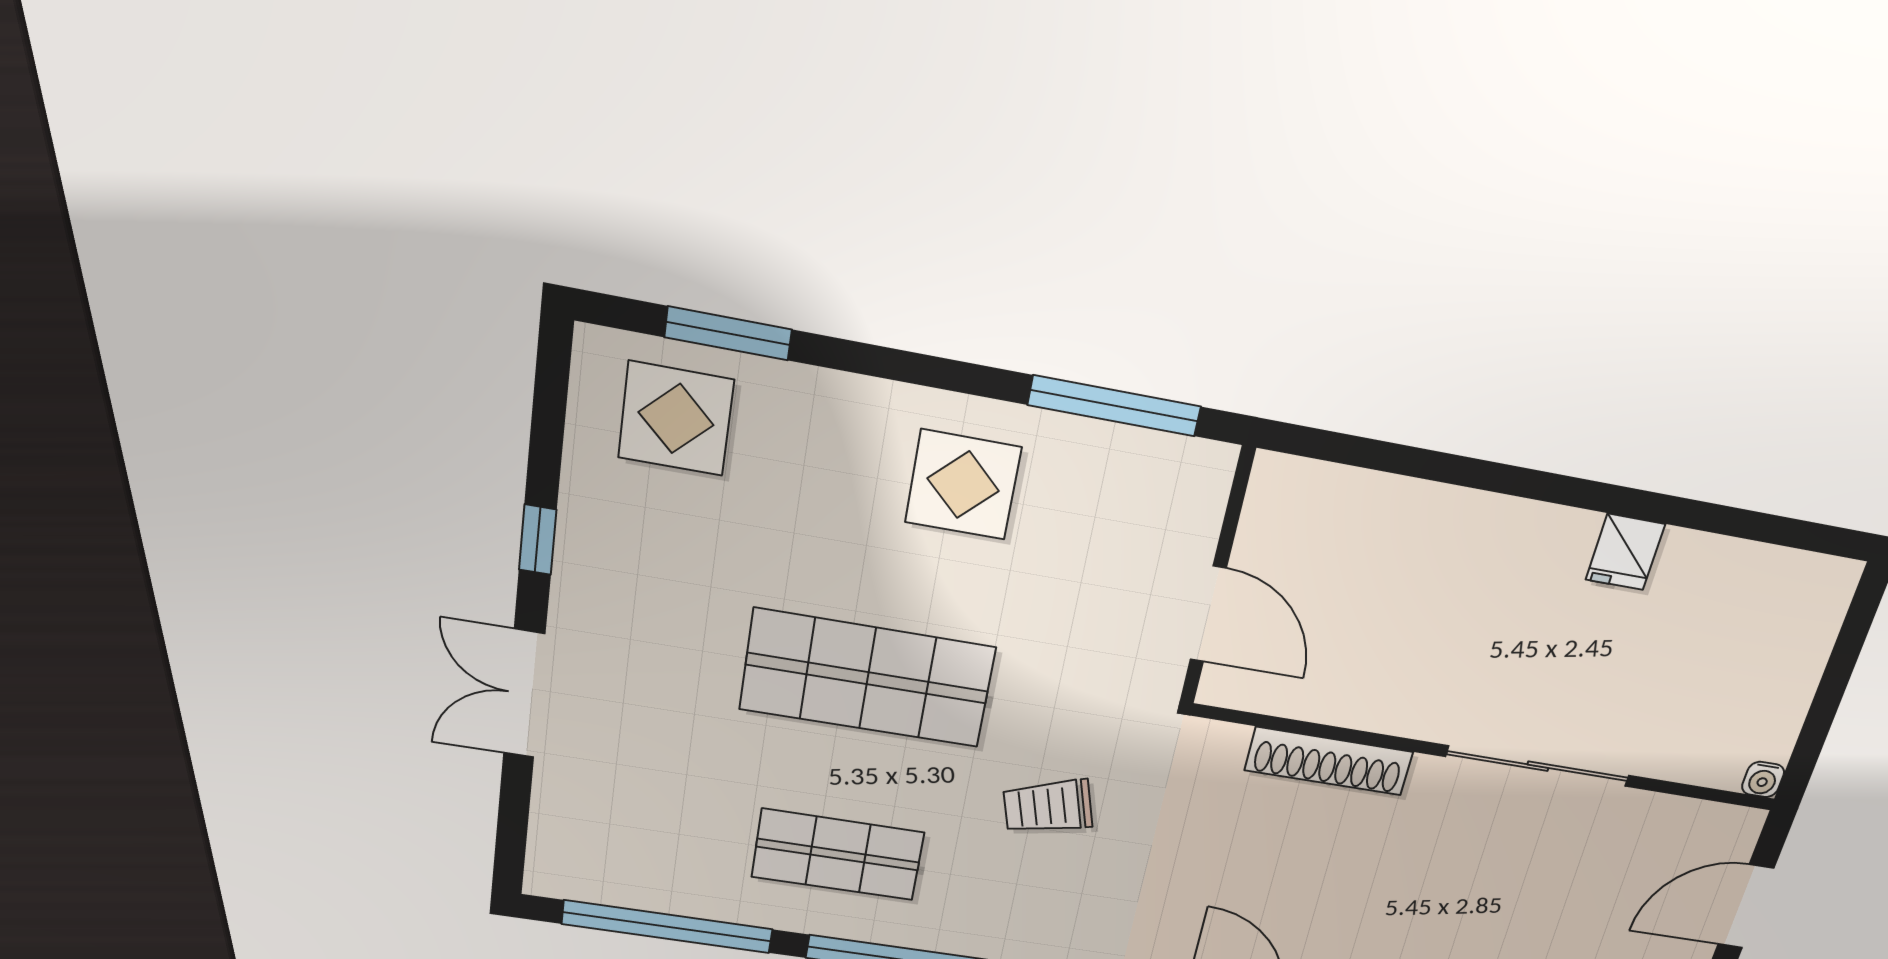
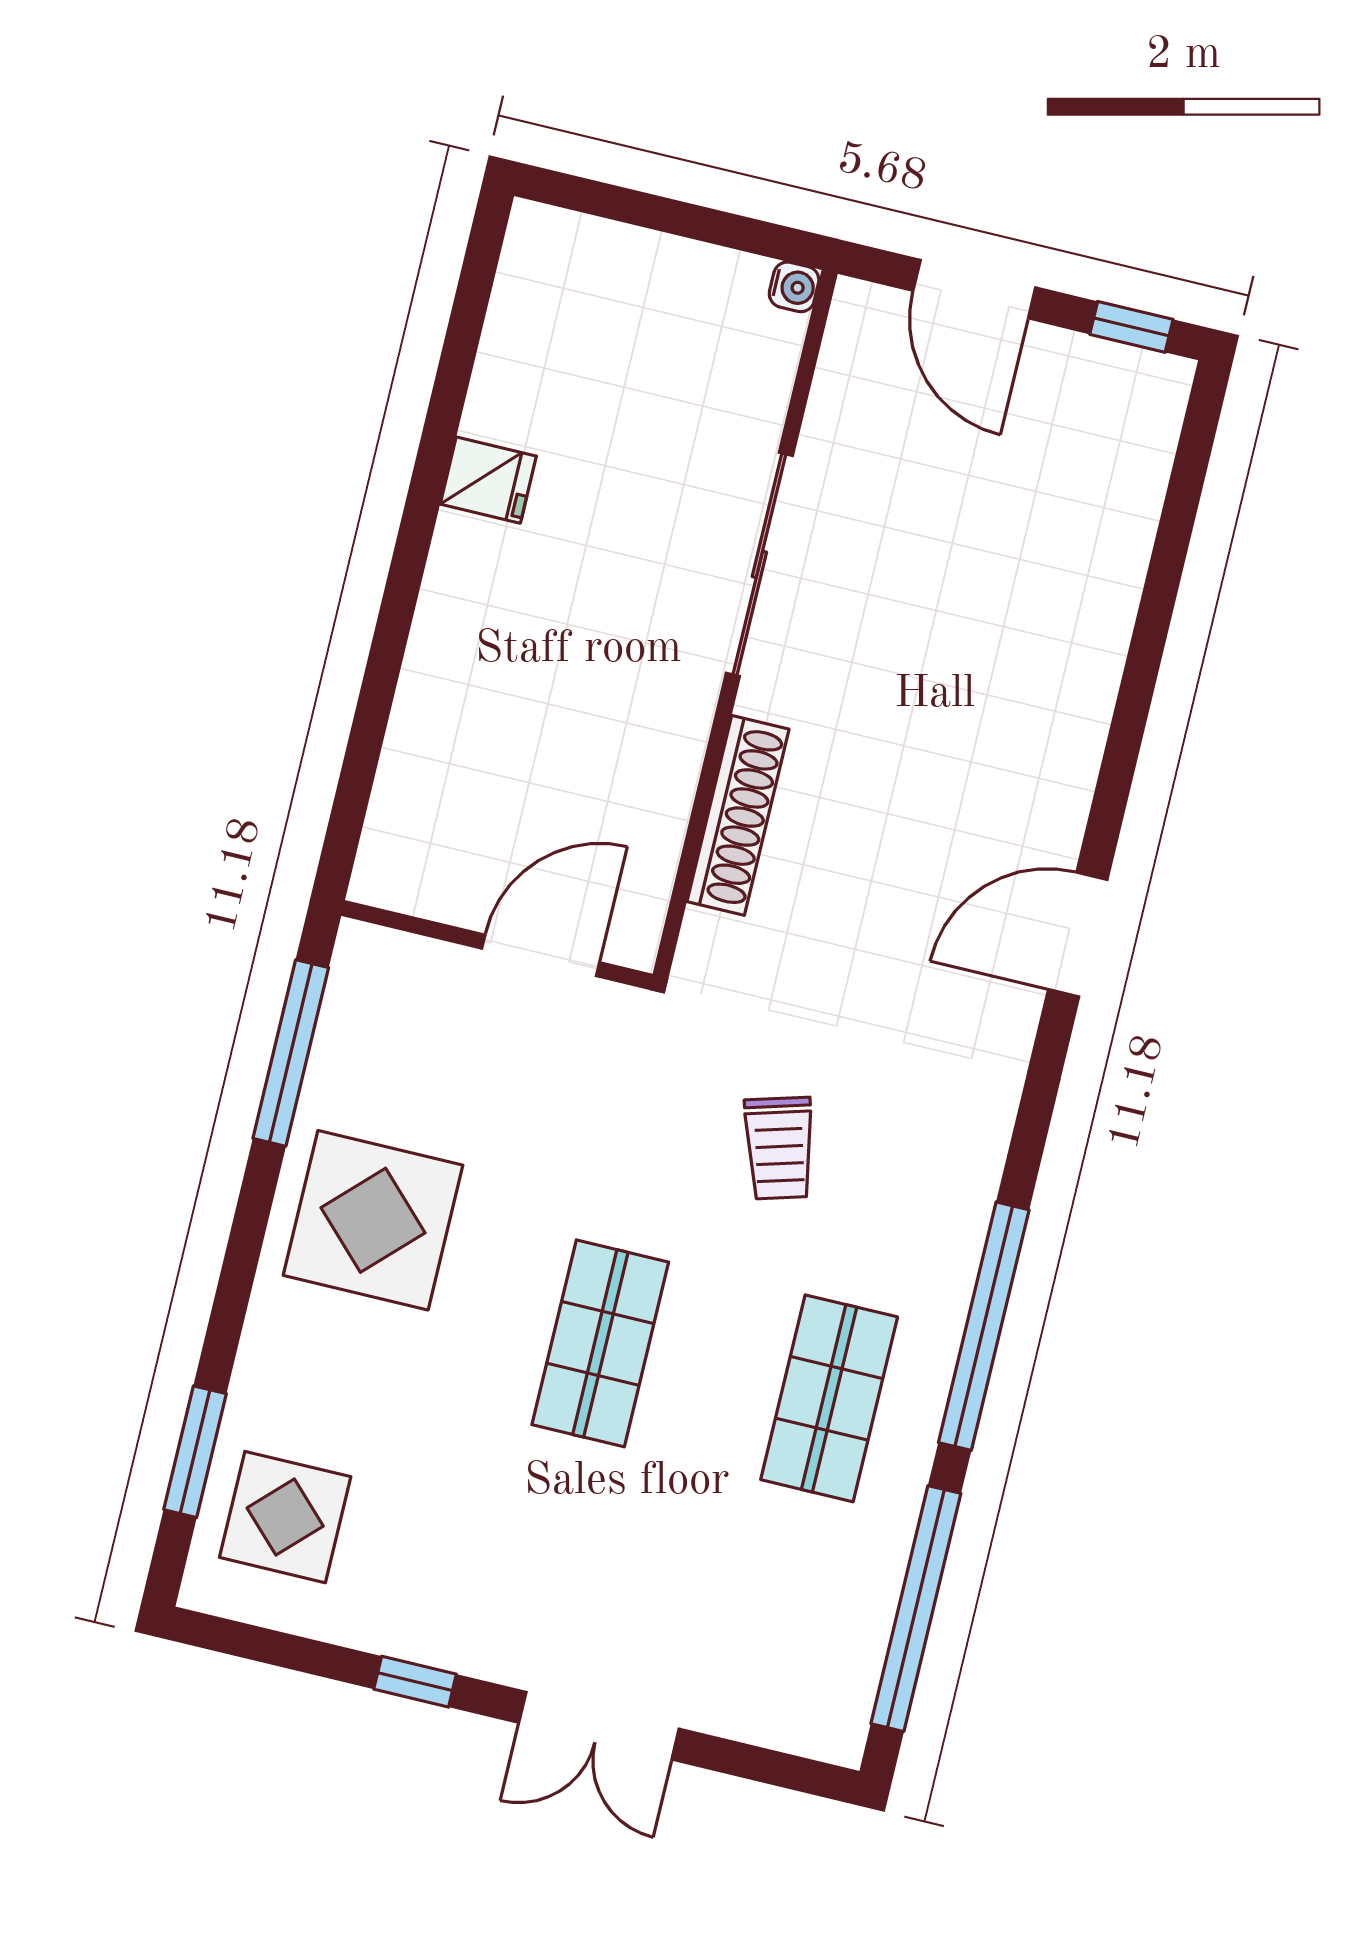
display table: (963, 485) -> (373, 1220), width x1.36, depth x1.36
shop shelf: (868, 678) -> (600, 1343), width x0.70, depth x0.74

